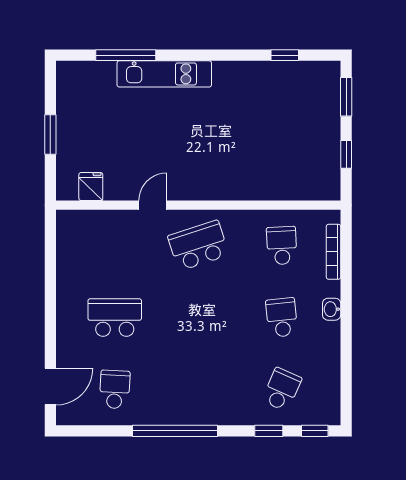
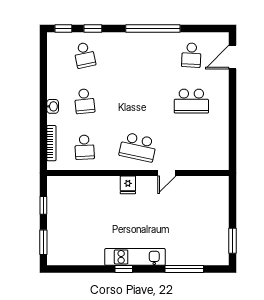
window: (285, 55) -> (124, 269), moved
kitchen unit: (164, 74) -> (135, 257), moved
window: (50, 134) -> (233, 241), moved
fridge: (91, 187) -> (128, 185), moved
school desk: (198, 246) -> (138, 147), turned 30
school desk: (282, 389) -> (85, 55), turned -36

